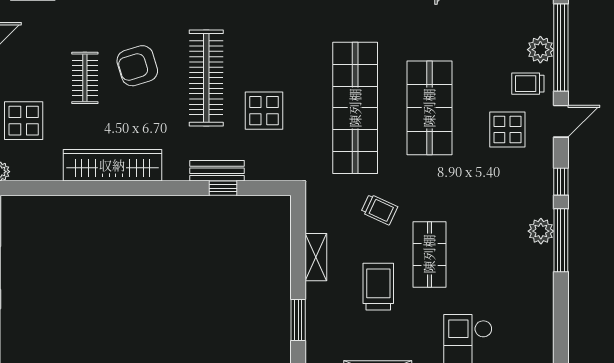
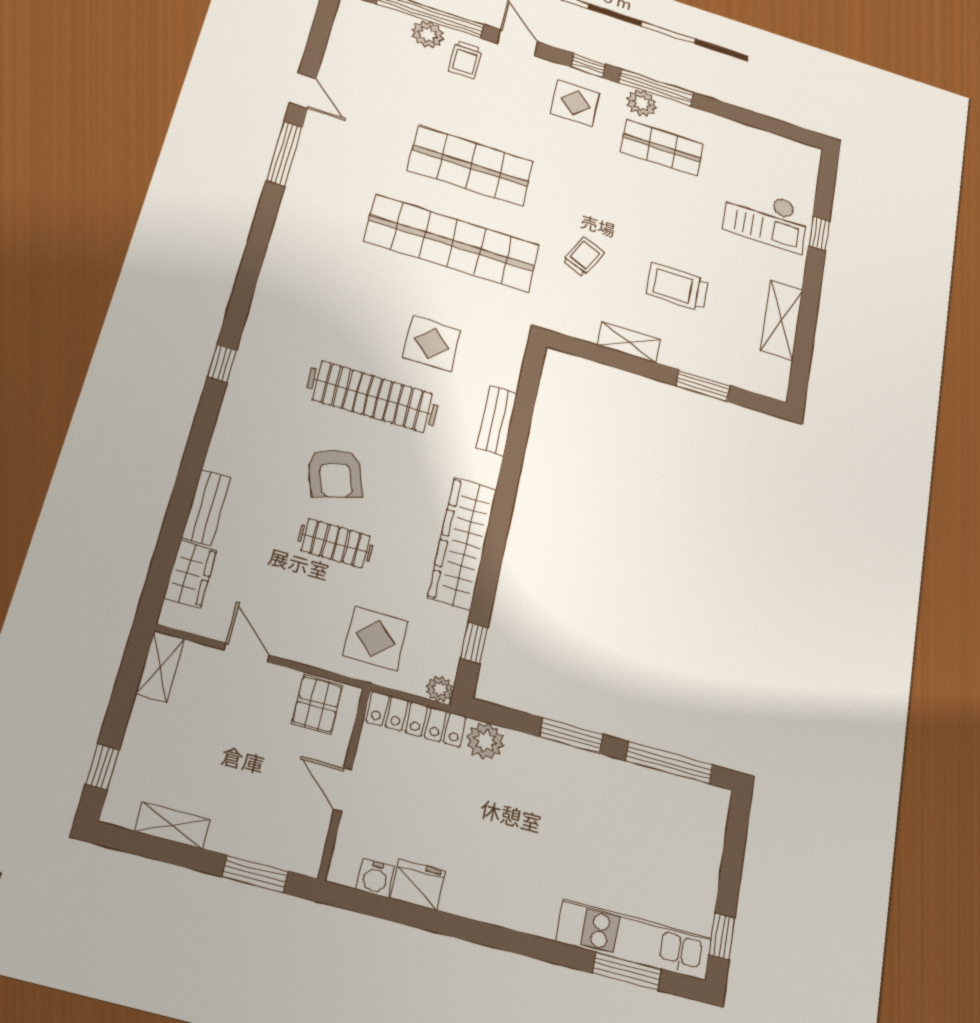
display table: (507, 129) -> (575, 103), moved
window: (223, 188) -> (474, 643), moved
shop shelf: (429, 254) -> (662, 148), moved

